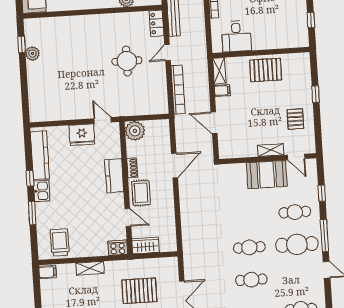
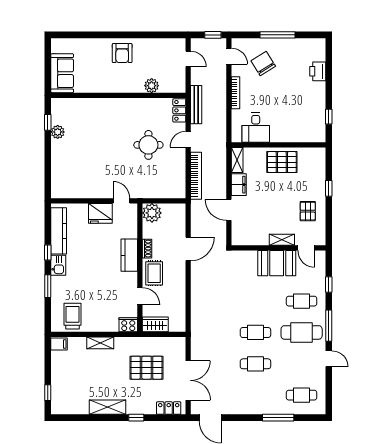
filing cabinet: (222, 90) -> (239, 185), width x2.00

